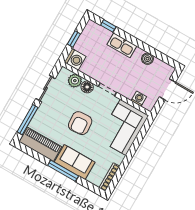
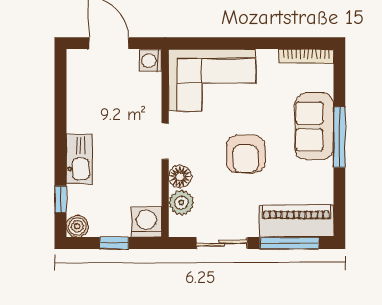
boiler: (147, 59) -> (77, 226), moved
washing machine: (139, 99) -> (151, 61), moved
armchair: (80, 123) -> (246, 154), turned 94
piano: (40, 144) -> (296, 221), moved, turned 90

